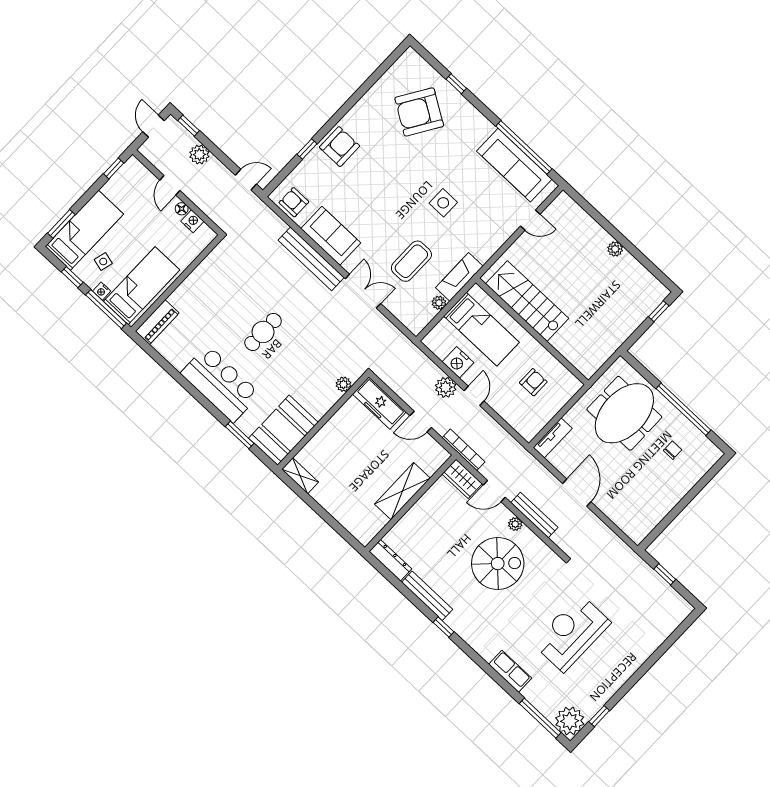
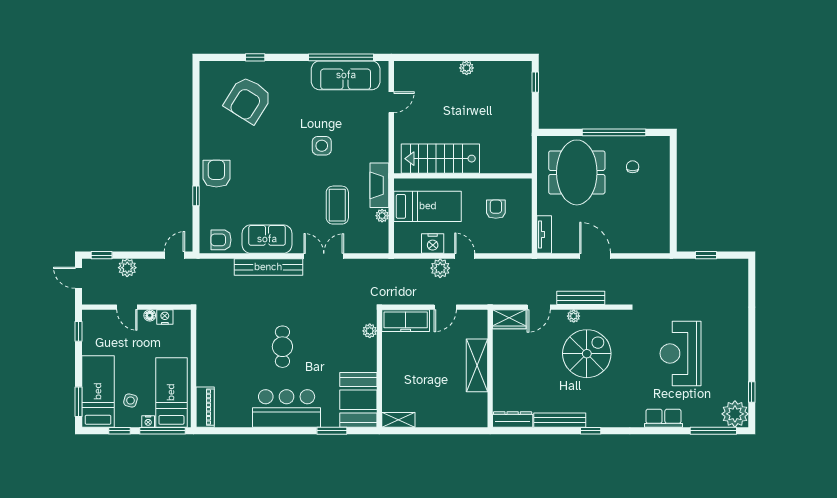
bookcase: (464, 450) -> (492, 299), removed

